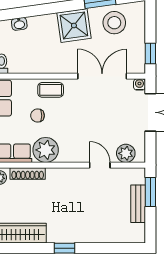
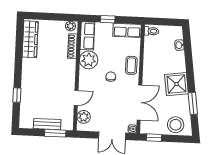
stool: (114, 23) -> (176, 125), moved
chair: (38, 116) -> (111, 77), moved
window: (65, 248) -> (17, 95), moved

